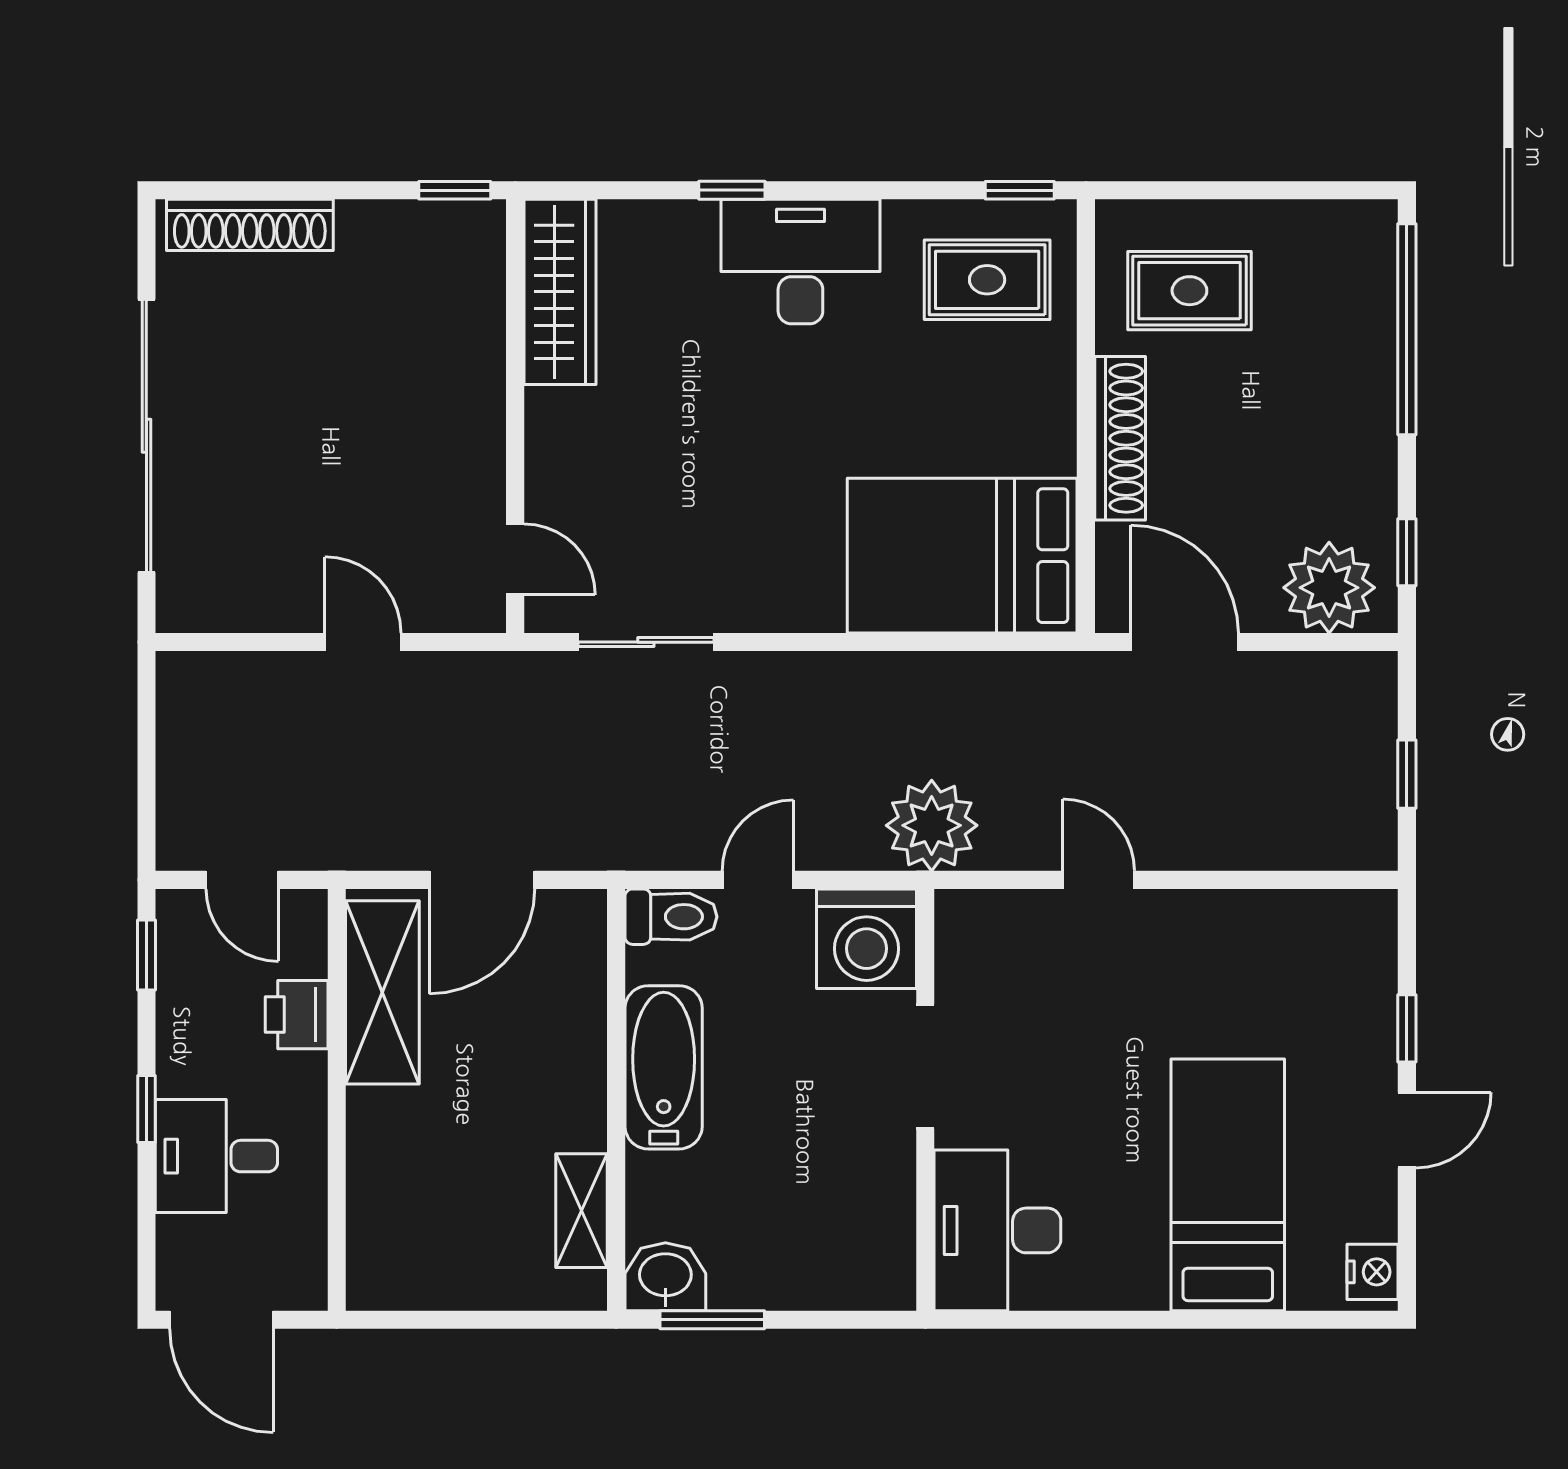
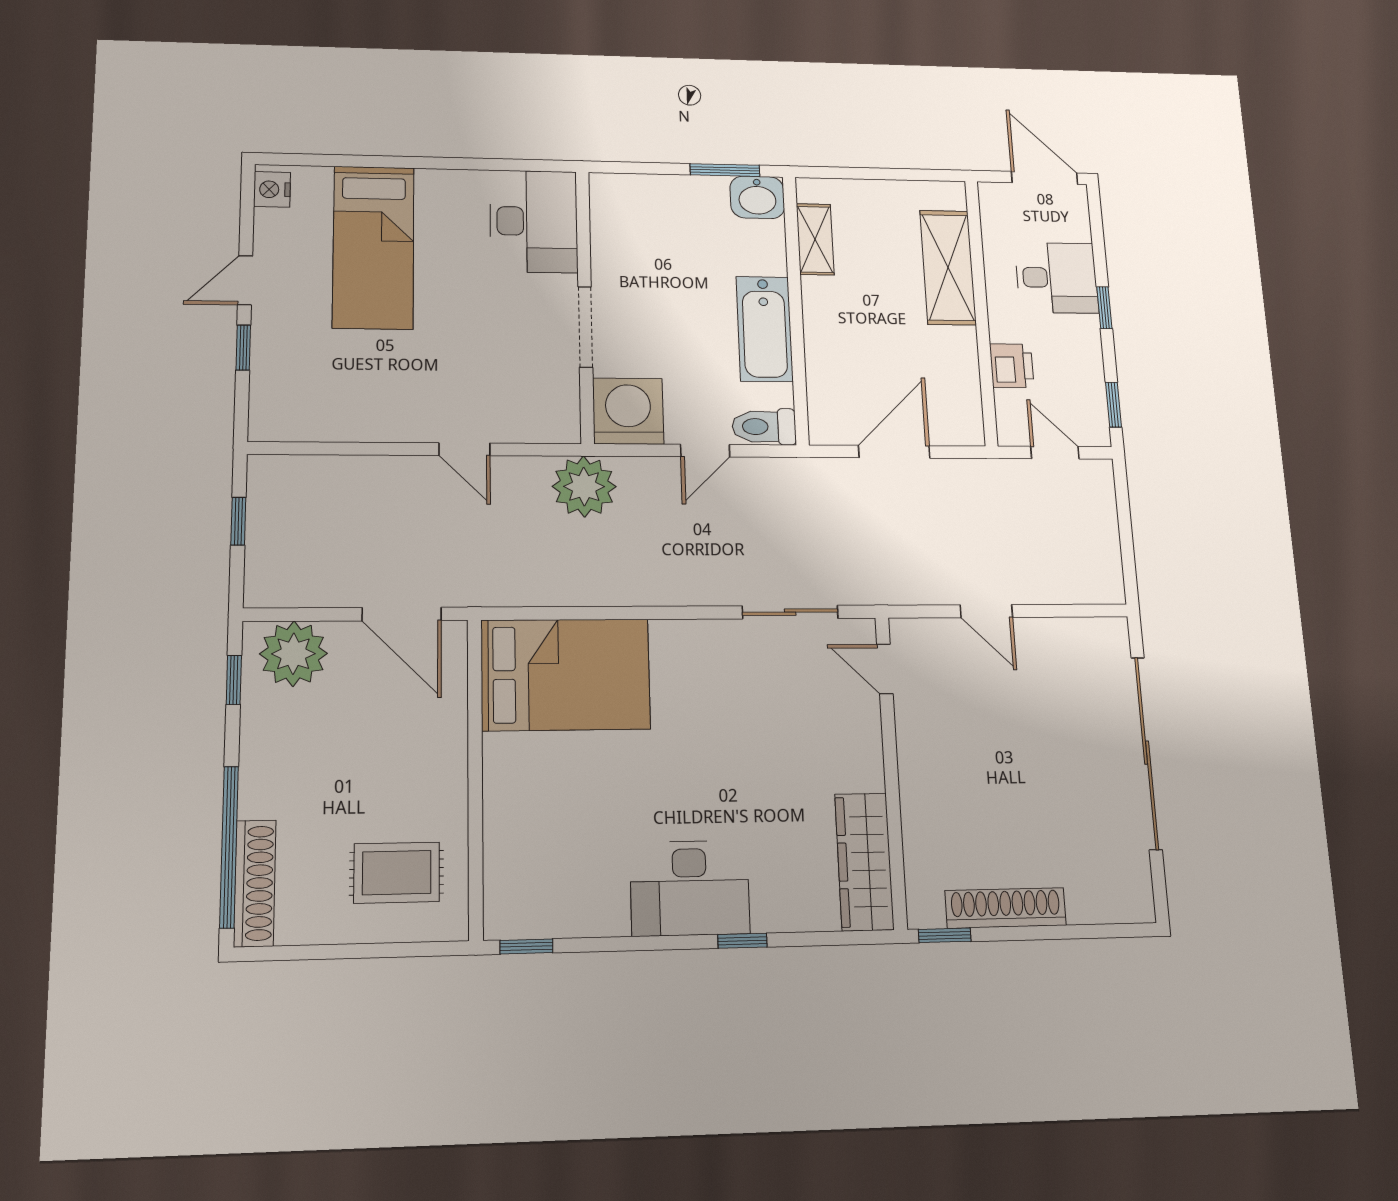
shoe rack: (250, 225) -> (1006, 908), moved
rug: (987, 280) -> (550, 878), removed
shoe rack: (1120, 438) -> (255, 883), moved, turned 180
shelving: (382, 992) -> (948, 267), moved

